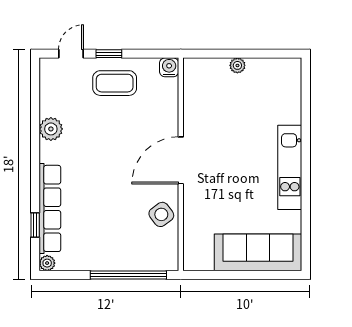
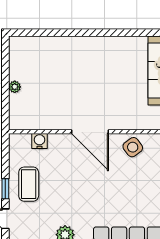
water cooler: (169, 67) -> (39, 141), moved, turned 90
kitchen unit: (290, 167) -> (95, 45), removed

